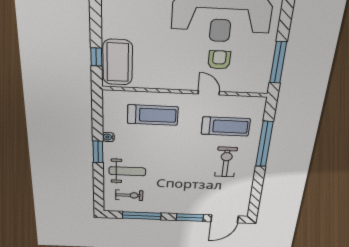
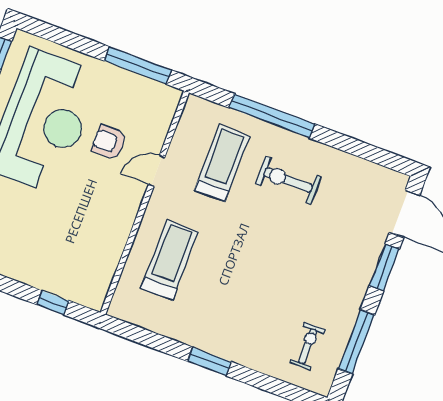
coffee table: (118, 62) -> (70, 278), removed
water cooler: (108, 137) -> (188, 336), removed
weight bench: (127, 171) -> (259, 332), removed

